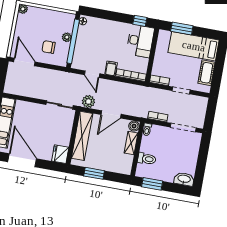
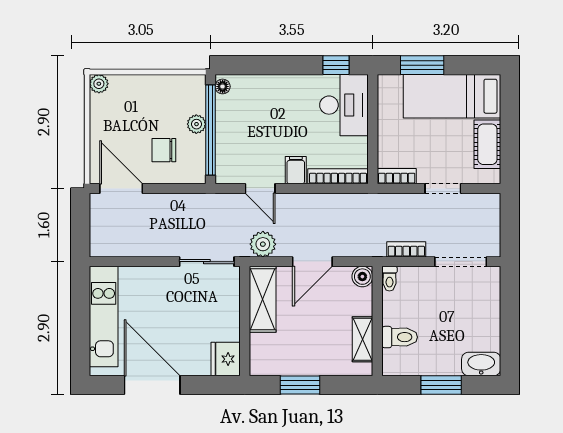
shelving: (82, 136) -> (263, 299), width x0.68
shelving: (131, 143) -> (363, 339), moved
window: (152, 184) -> (441, 385), moved

